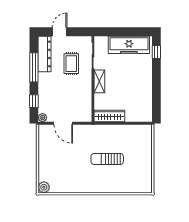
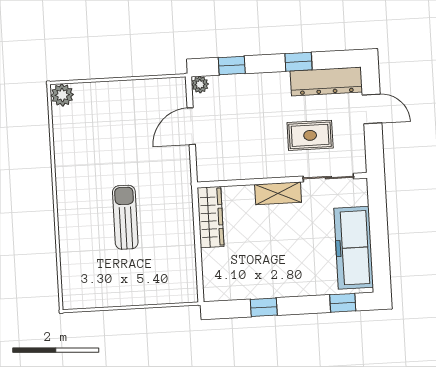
window: (34, 67) -> (298, 62), width x0.46
window: (156, 92) -> (264, 307), added

